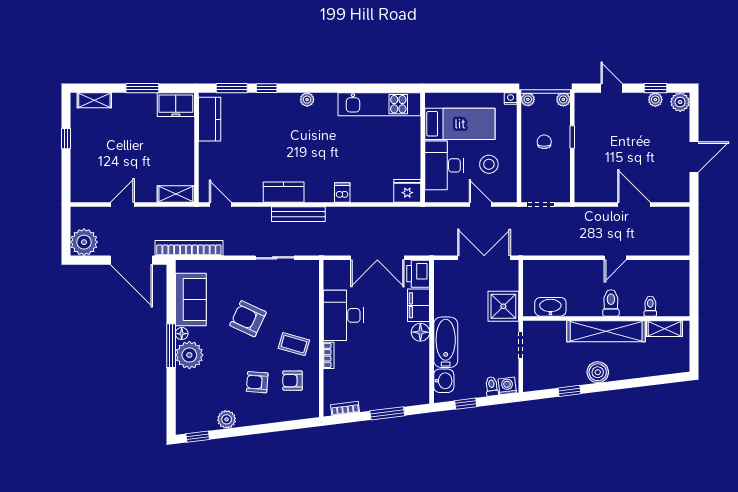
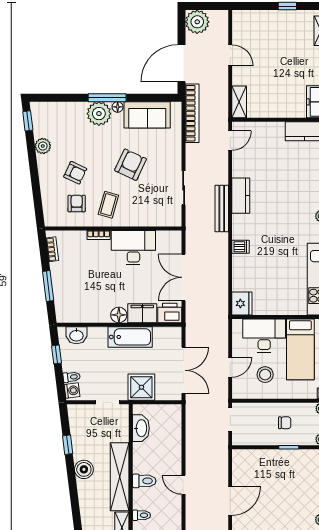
bathtub: (446, 342) -> (130, 337), moved
armchair: (257, 382) -> (75, 173), turned 111

